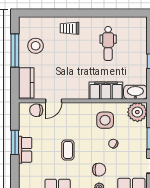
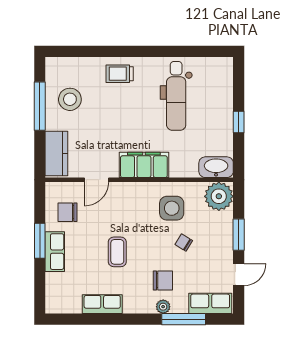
dental chair: (108, 43) -> (176, 96), width x1.36, depth x1.38
filing cabinet: (106, 91) -> (144, 165), moved
chair: (36, 110) -> (68, 212), moved

